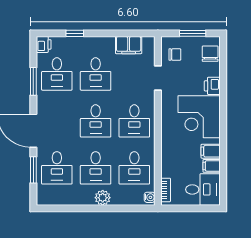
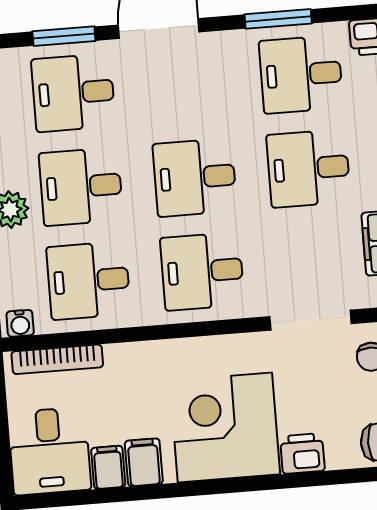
doorway: (158, 78) -> (311, 320), width x1.38
bookcase: (166, 190) -> (57, 359), width x1.56

